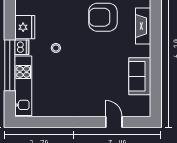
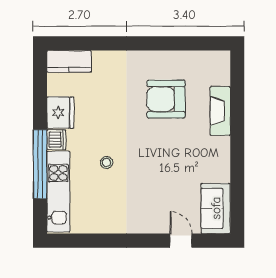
stool: (56, 48) -> (106, 162), moved
sofa: (140, 76) -> (216, 208), moved

